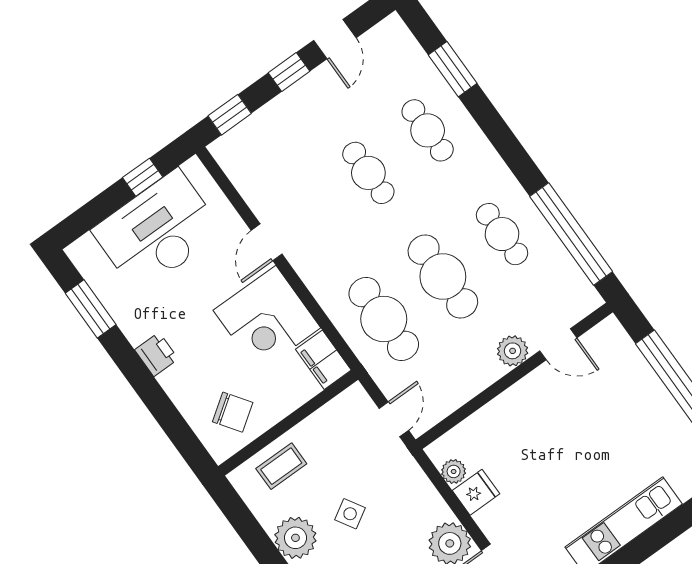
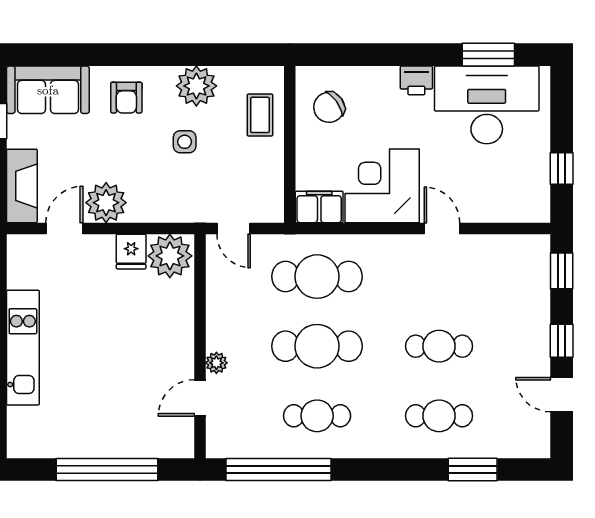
desk: (158, 231) -> (487, 105), moved, turned -90
plant: (513, 351) -> (216, 363), width x0.73, depth x0.73
plant: (454, 471) -> (170, 256), width x1.88, depth x1.88
side table: (350, 514) -> (185, 142), turned 31

